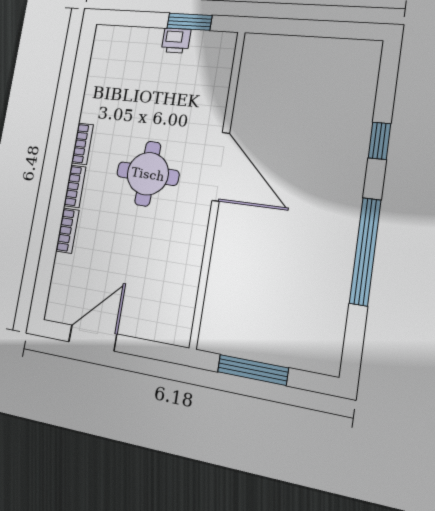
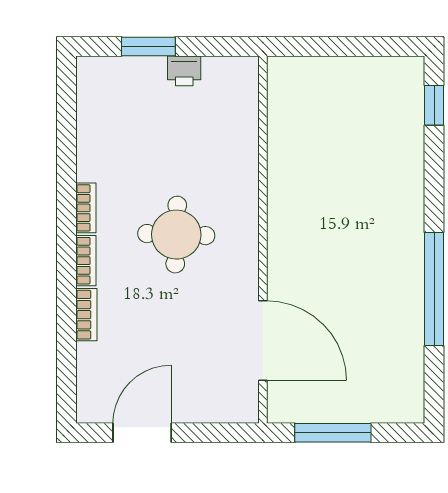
window: (189, 22) -> (148, 46), moved
window: (379, 141) -> (434, 105), moved
door: (221, 167) -> (263, 341), moved

